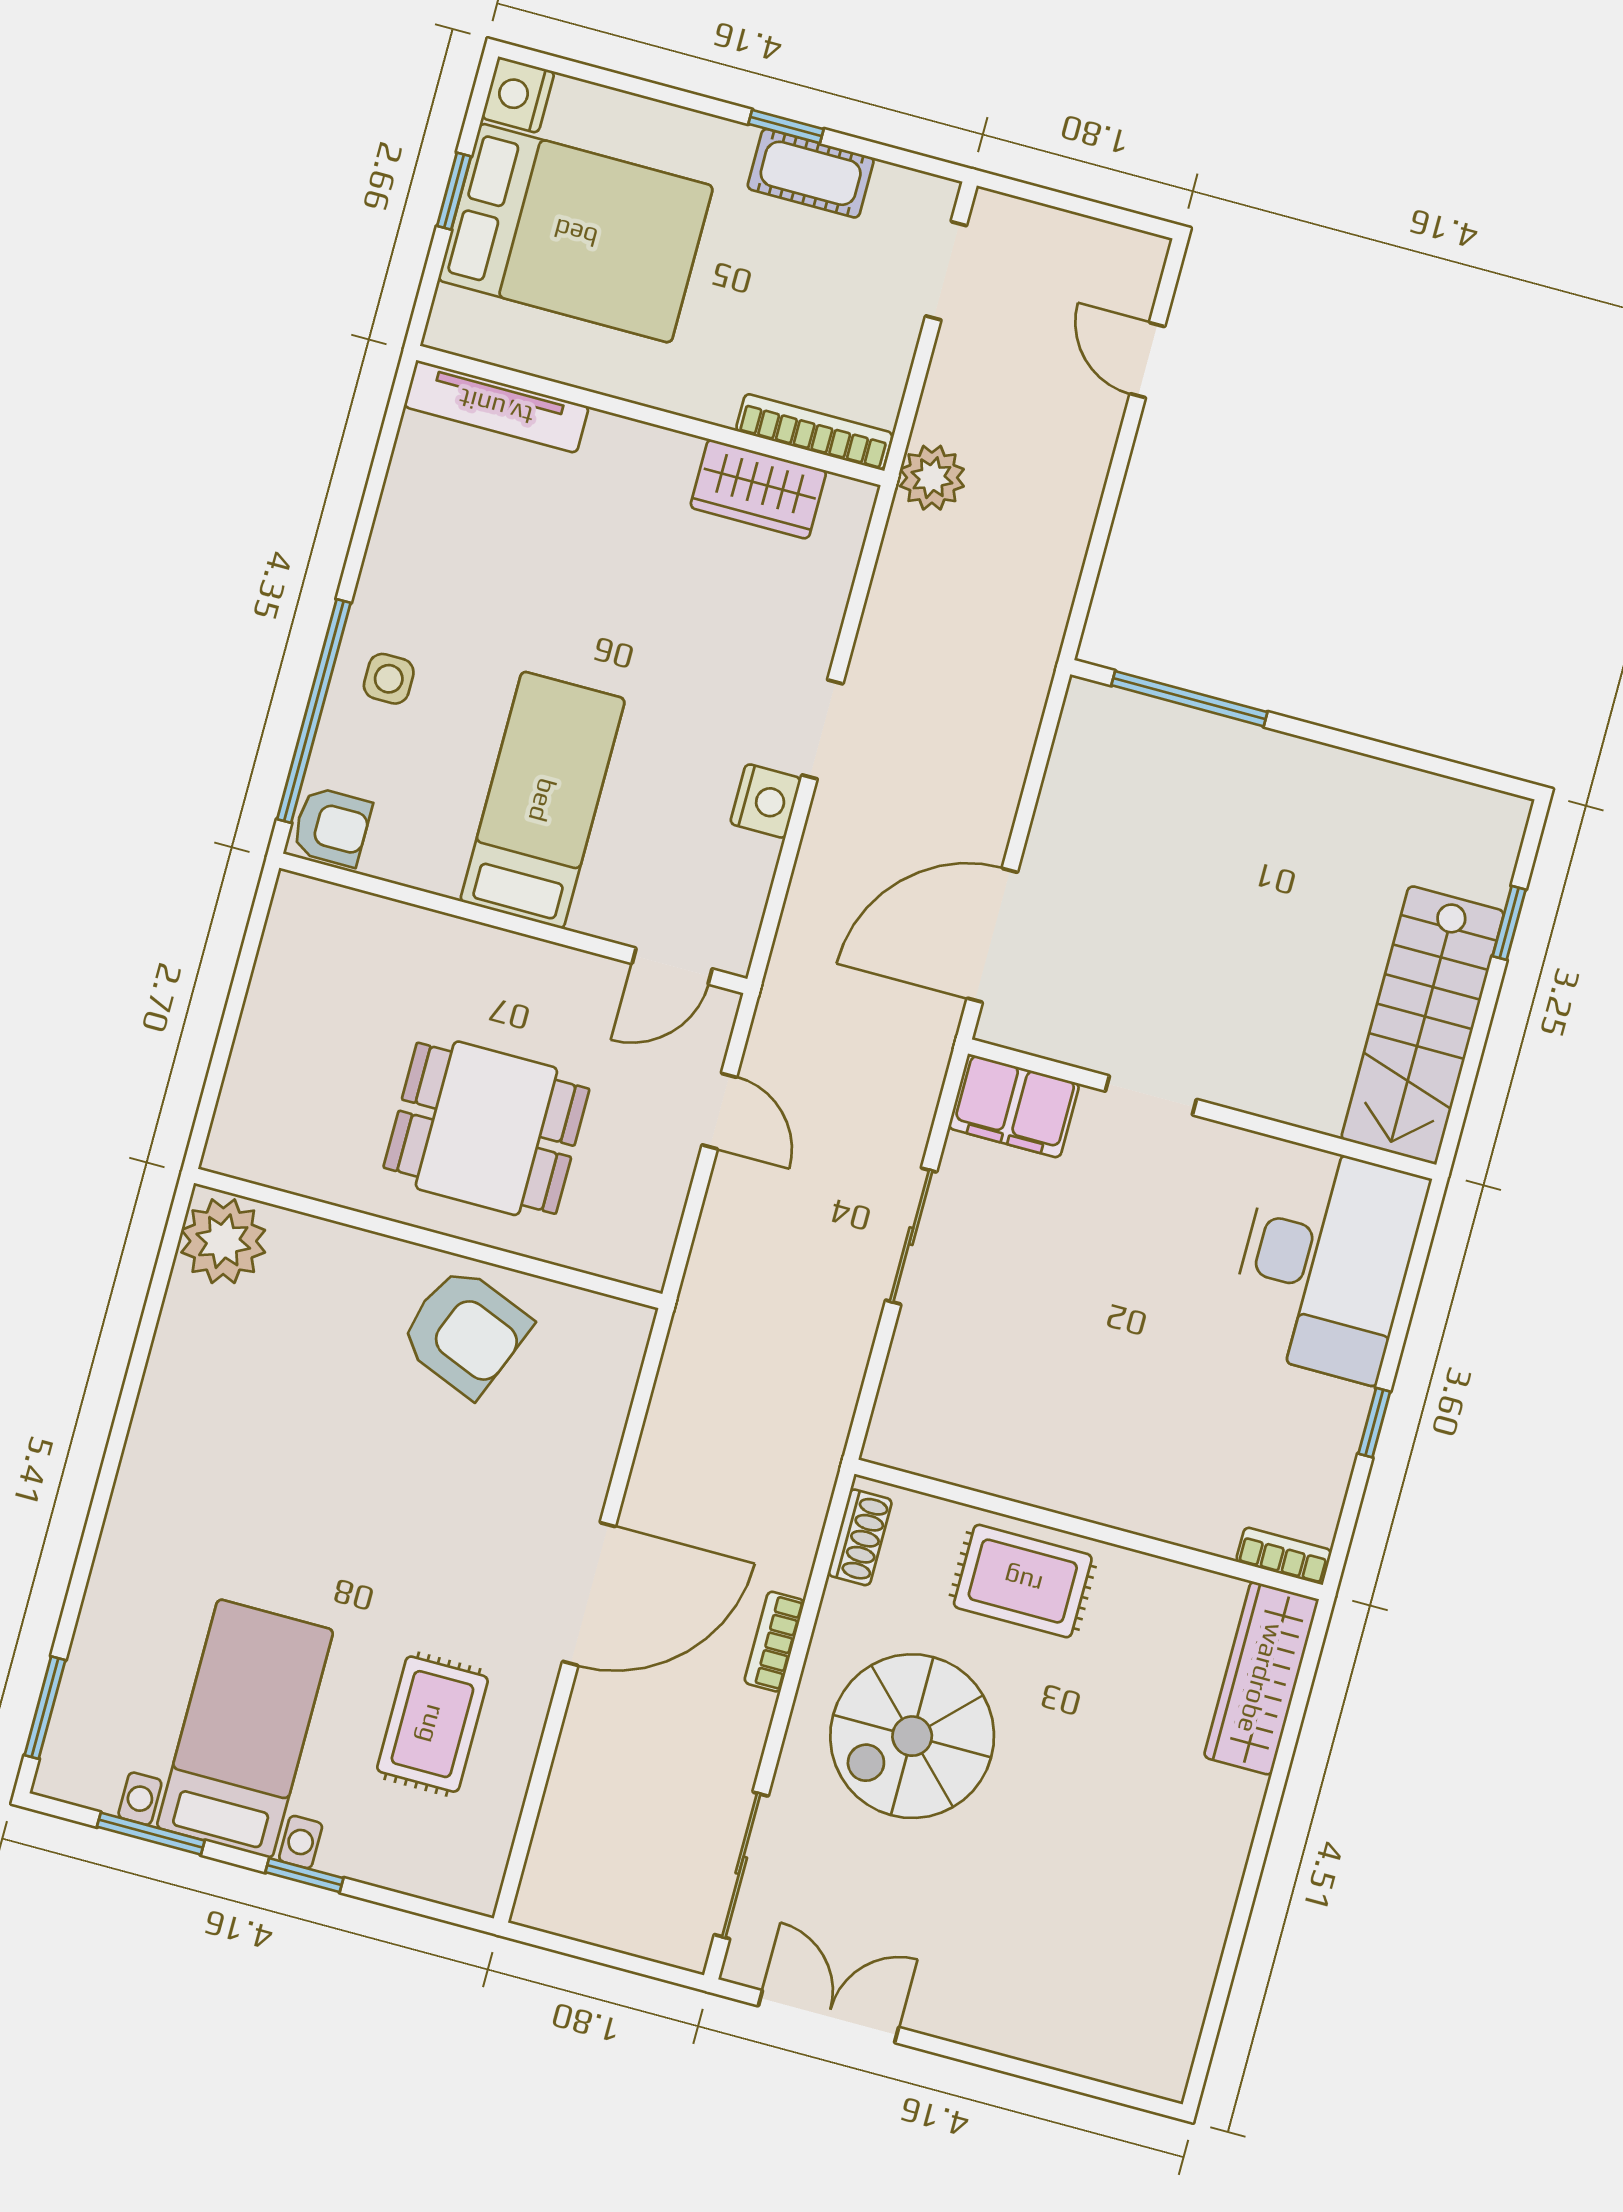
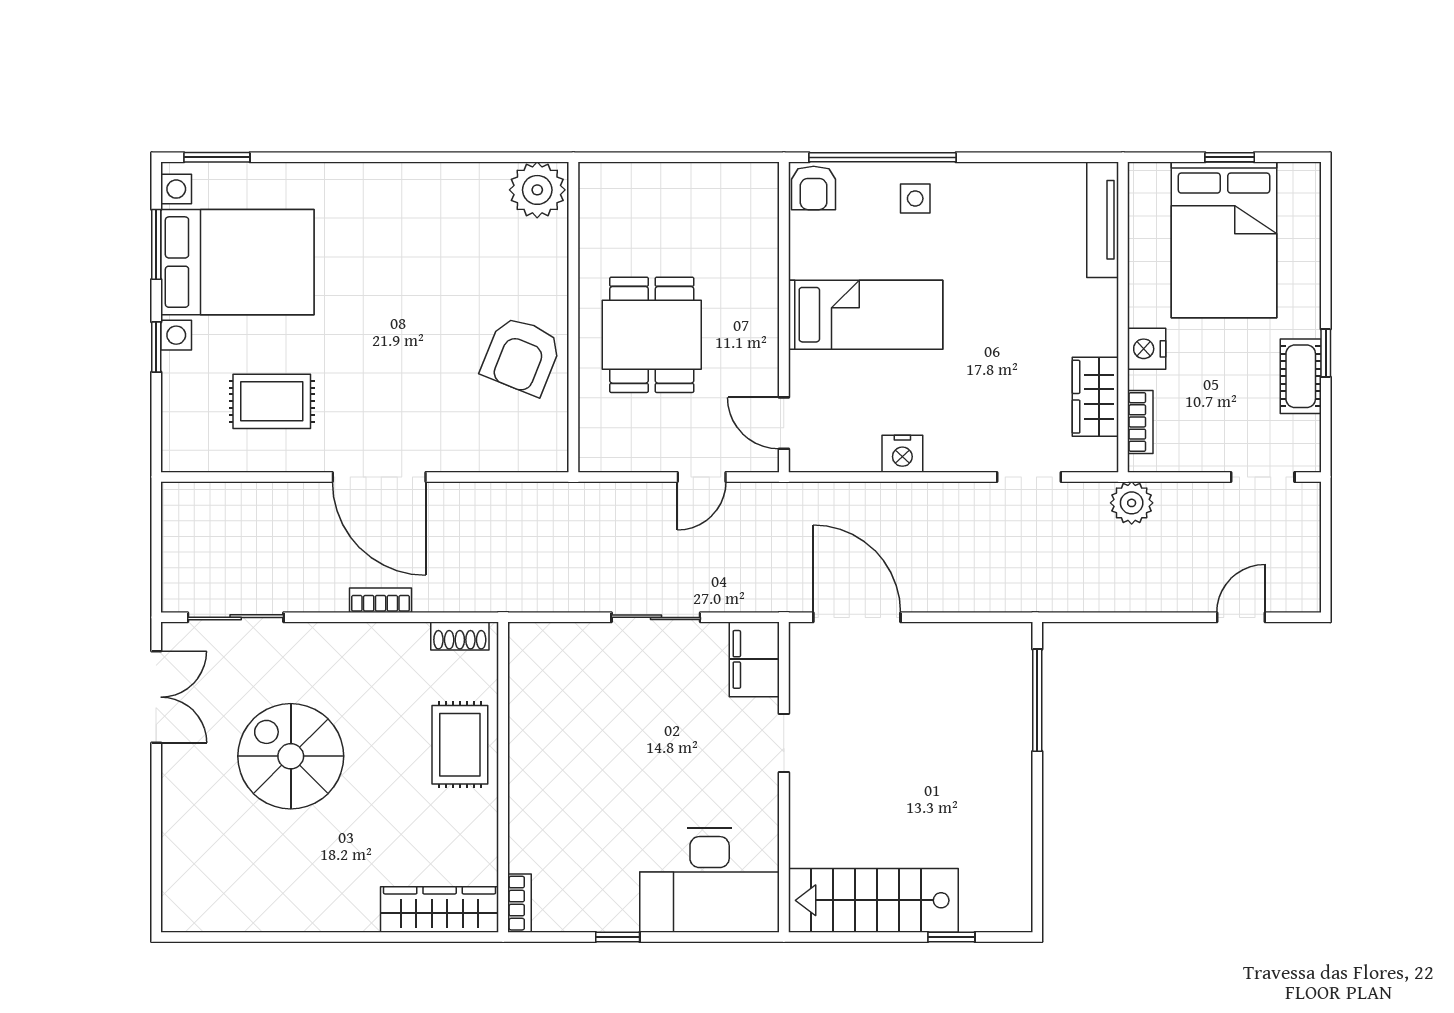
nightstand: (518, 95) -> (1147, 349), moved, turned -90
bookcase: (814, 432) -> (1140, 422), width x0.64
doorway: (822, 729) -> (1029, 477), moved
bed with nightstands: (245, 1729) -> (237, 262), width x1.36
spiral stairs: (912, 1736) -> (291, 756), moved

